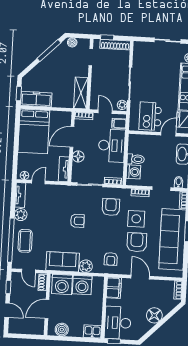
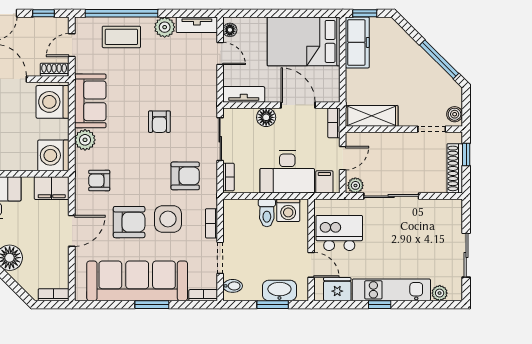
boiler: (72, 42) -> (455, 114), moved
washing machine: (133, 172) -> (288, 210), moved
washing machine: (82, 285) -> (53, 155), moved

